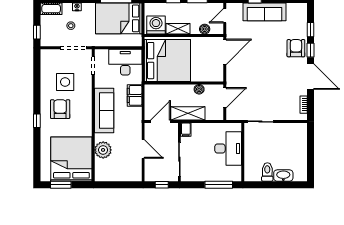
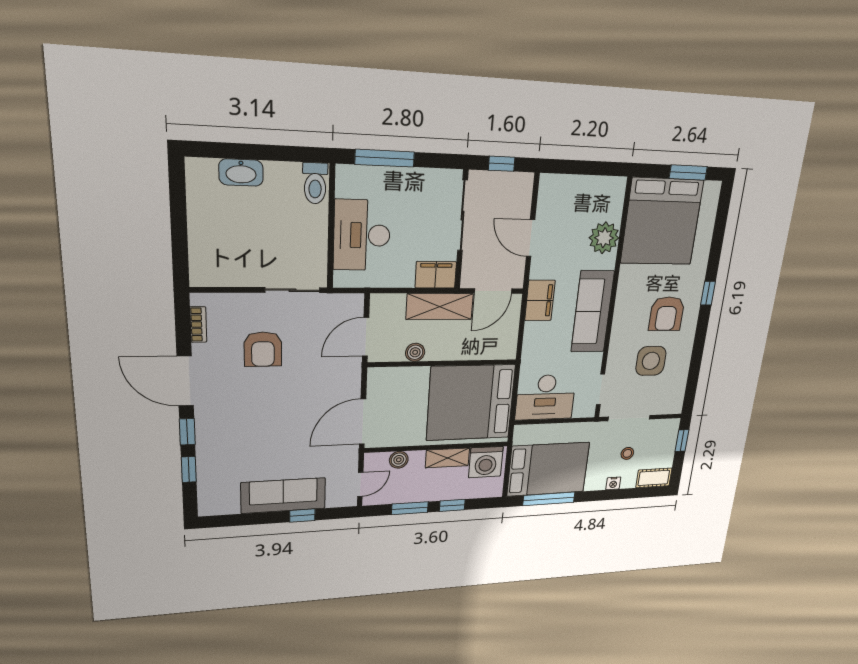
armchair: (296, 48) -> (263, 349), moved
filing cabinet: (135, 95) -> (540, 300), moved
filing cabinet: (186, 130) -> (436, 275), width x2.00
toilet: (267, 172) -> (315, 183), moved

